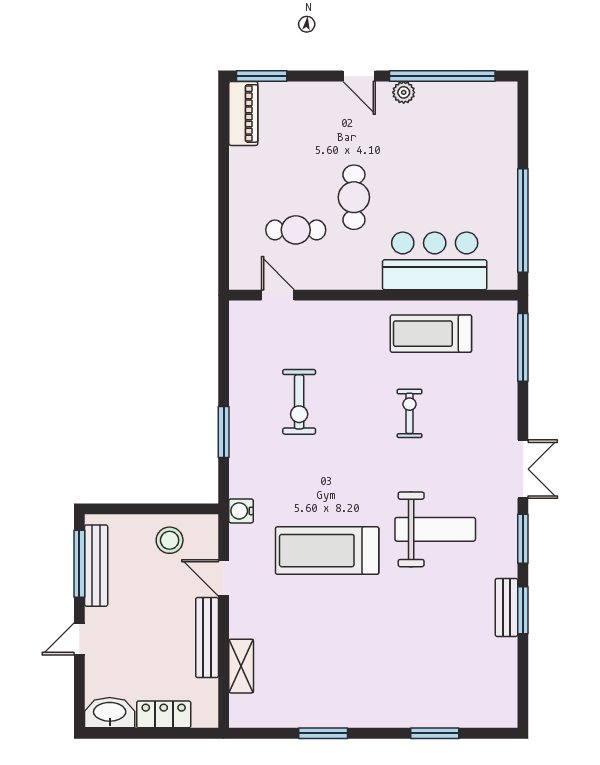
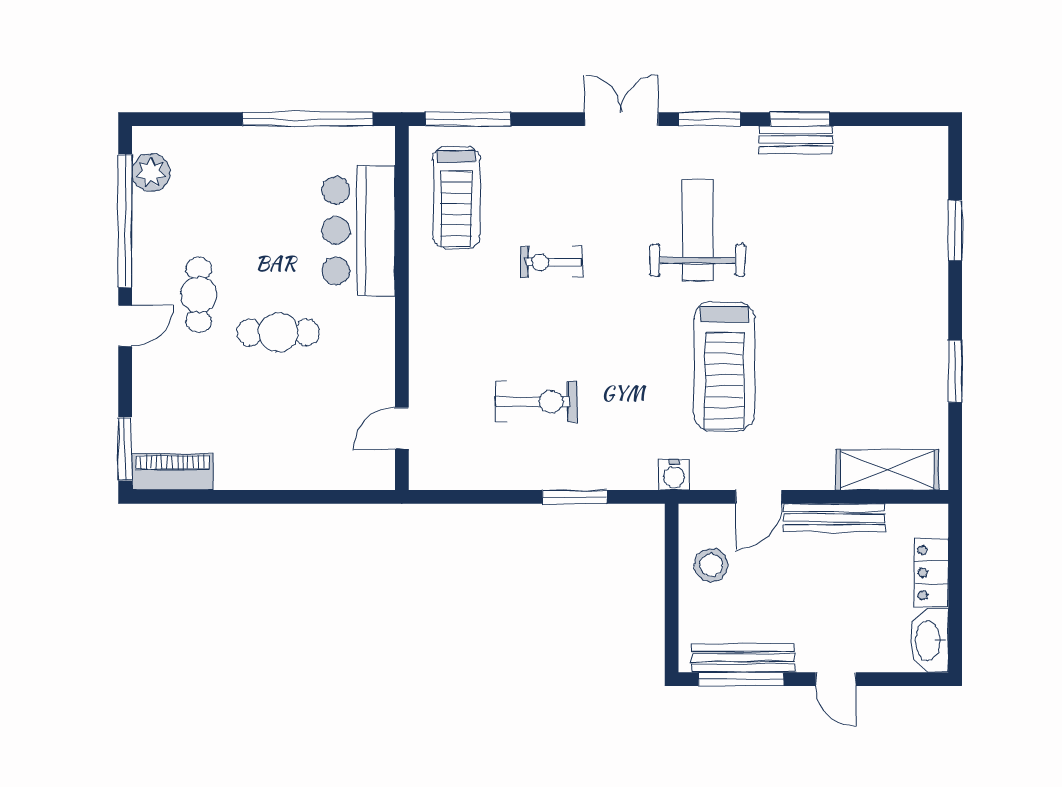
plant: (404, 92) -> (151, 173), moved, width x1.38, depth x1.38
cafe table: (296, 230) -> (199, 295), moved
treadmill: (431, 334) -> (456, 197), moved
shelving: (241, 666) -> (887, 470), width x1.50, depth x1.33

